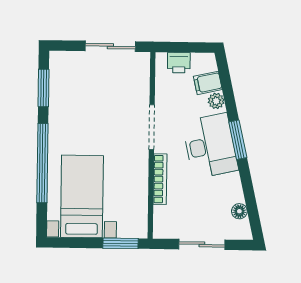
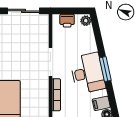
filing cabinet: (208, 83) -> (101, 103), moved
plant: (216, 101) -> (86, 21), moved

